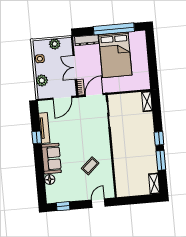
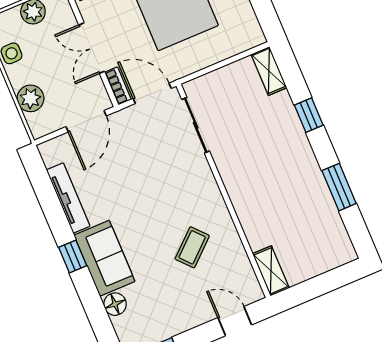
door: (94, 95) -> (152, 93), hinge flipped
window: (37, 137) -> (73, 256), moved
window: (159, 138) -> (309, 115), moved
shelving: (154, 184) -> (271, 271), moved
door: (98, 203) -> (235, 321), hinge flipped

